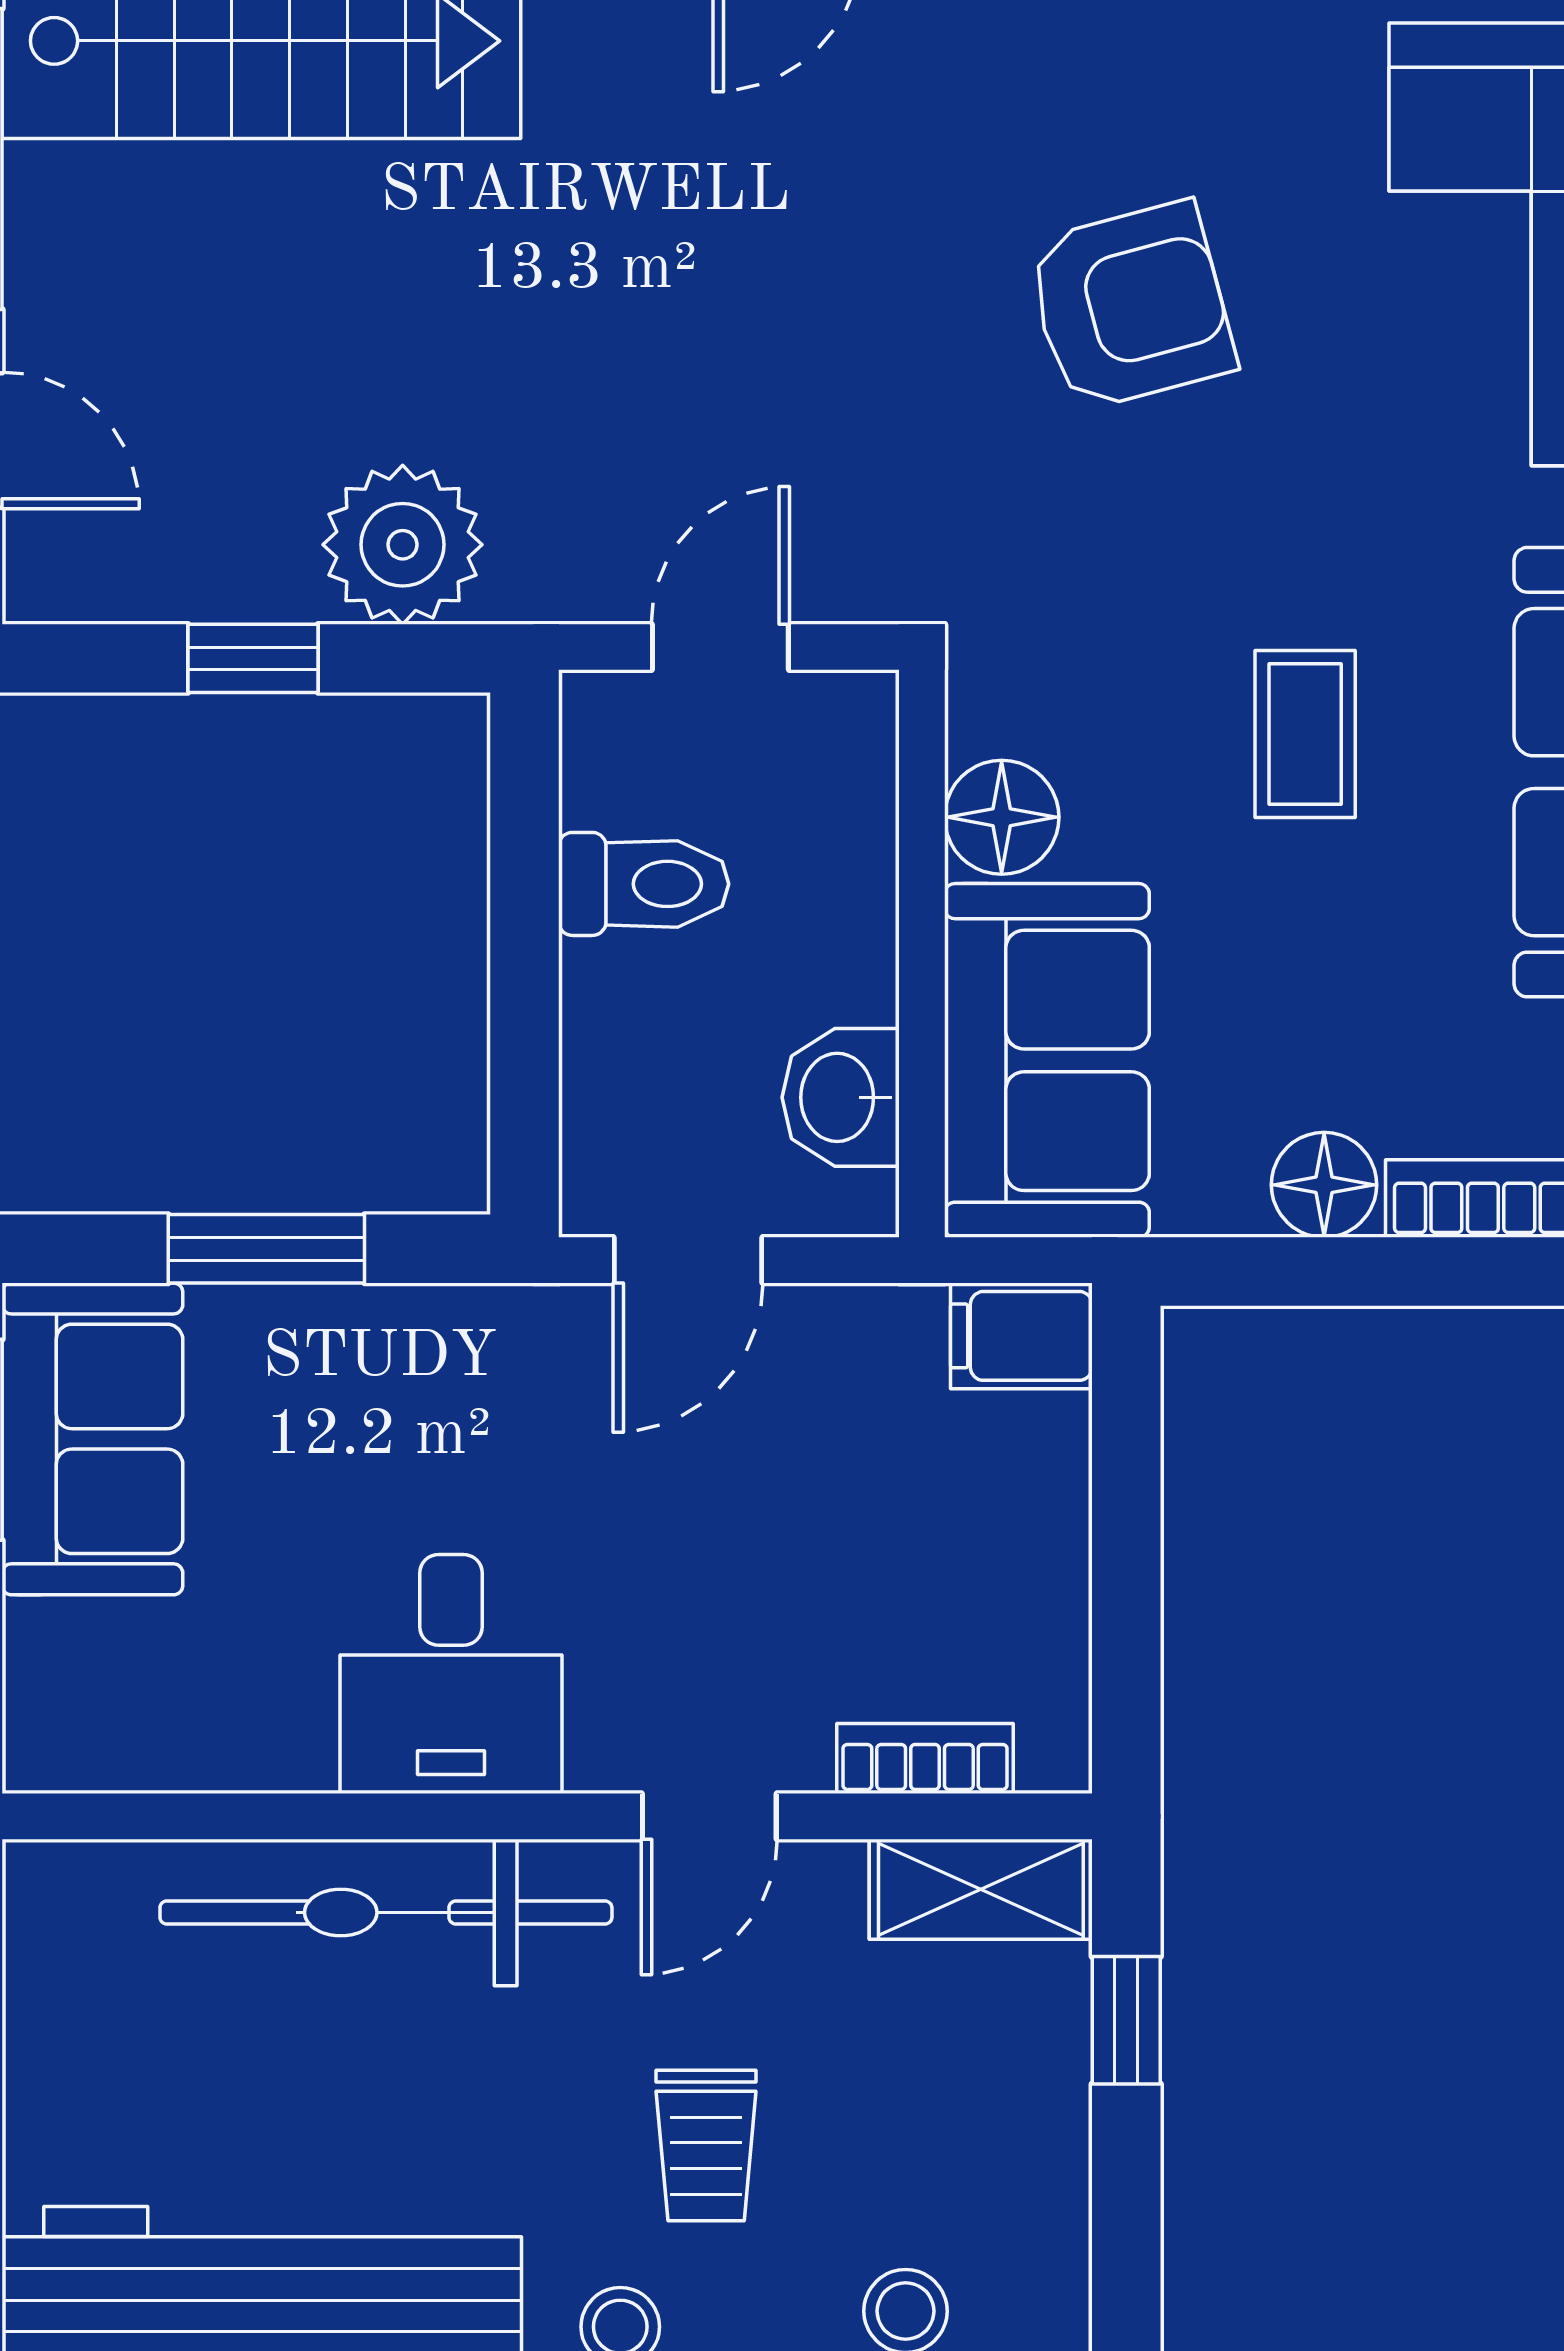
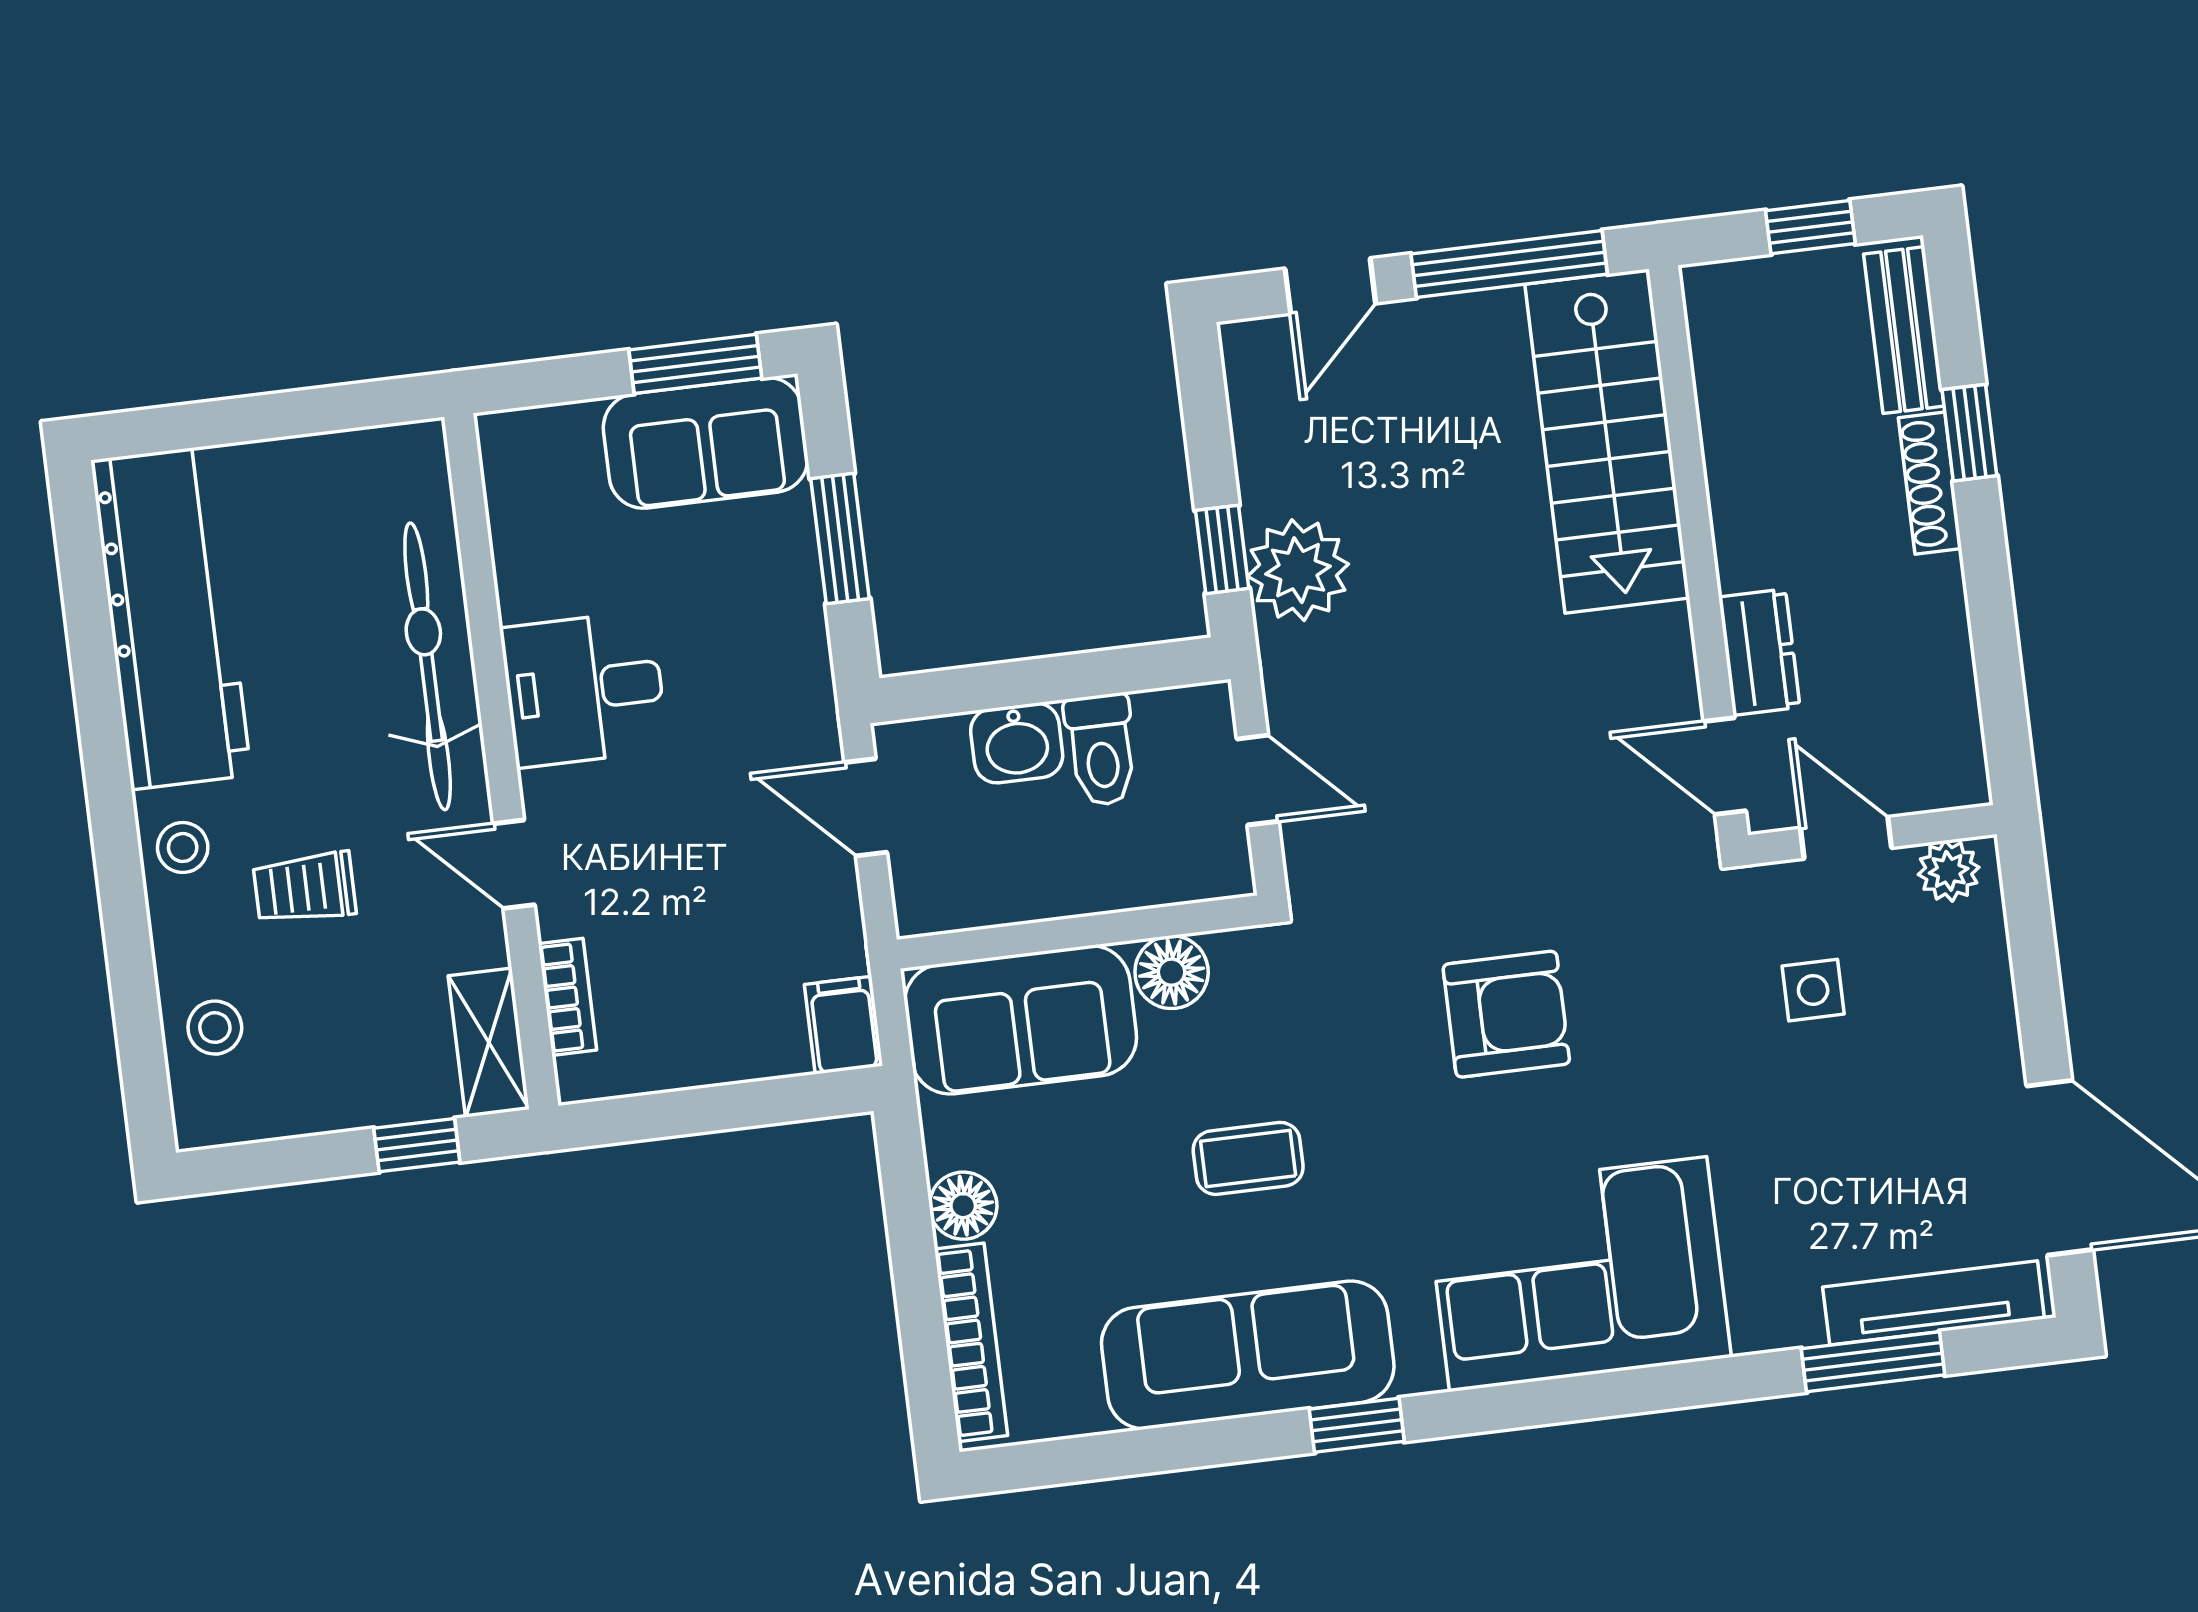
armchair: (1131, 306) -> (1506, 1014), turned -75
window: (253, 658) -> (1222, 549), moved
washbasin: (841, 1097) -> (1017, 743), moved, turned 180

